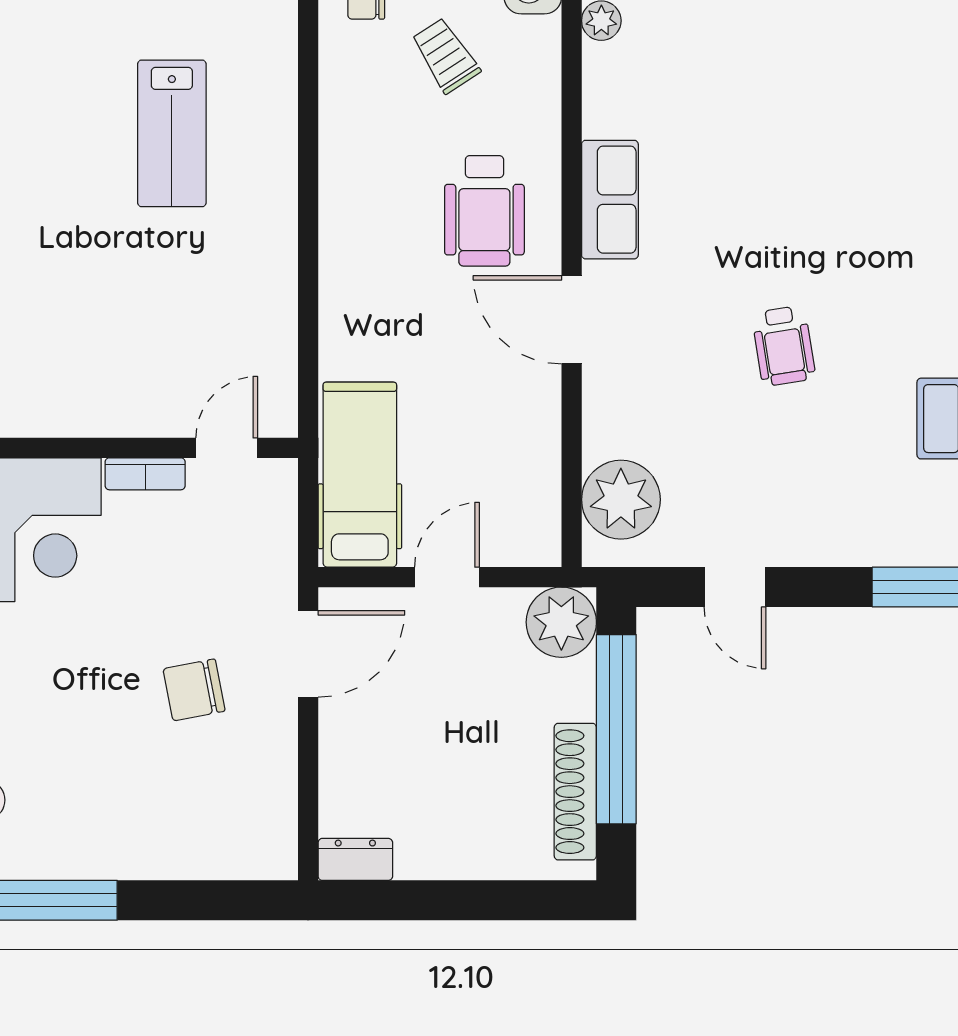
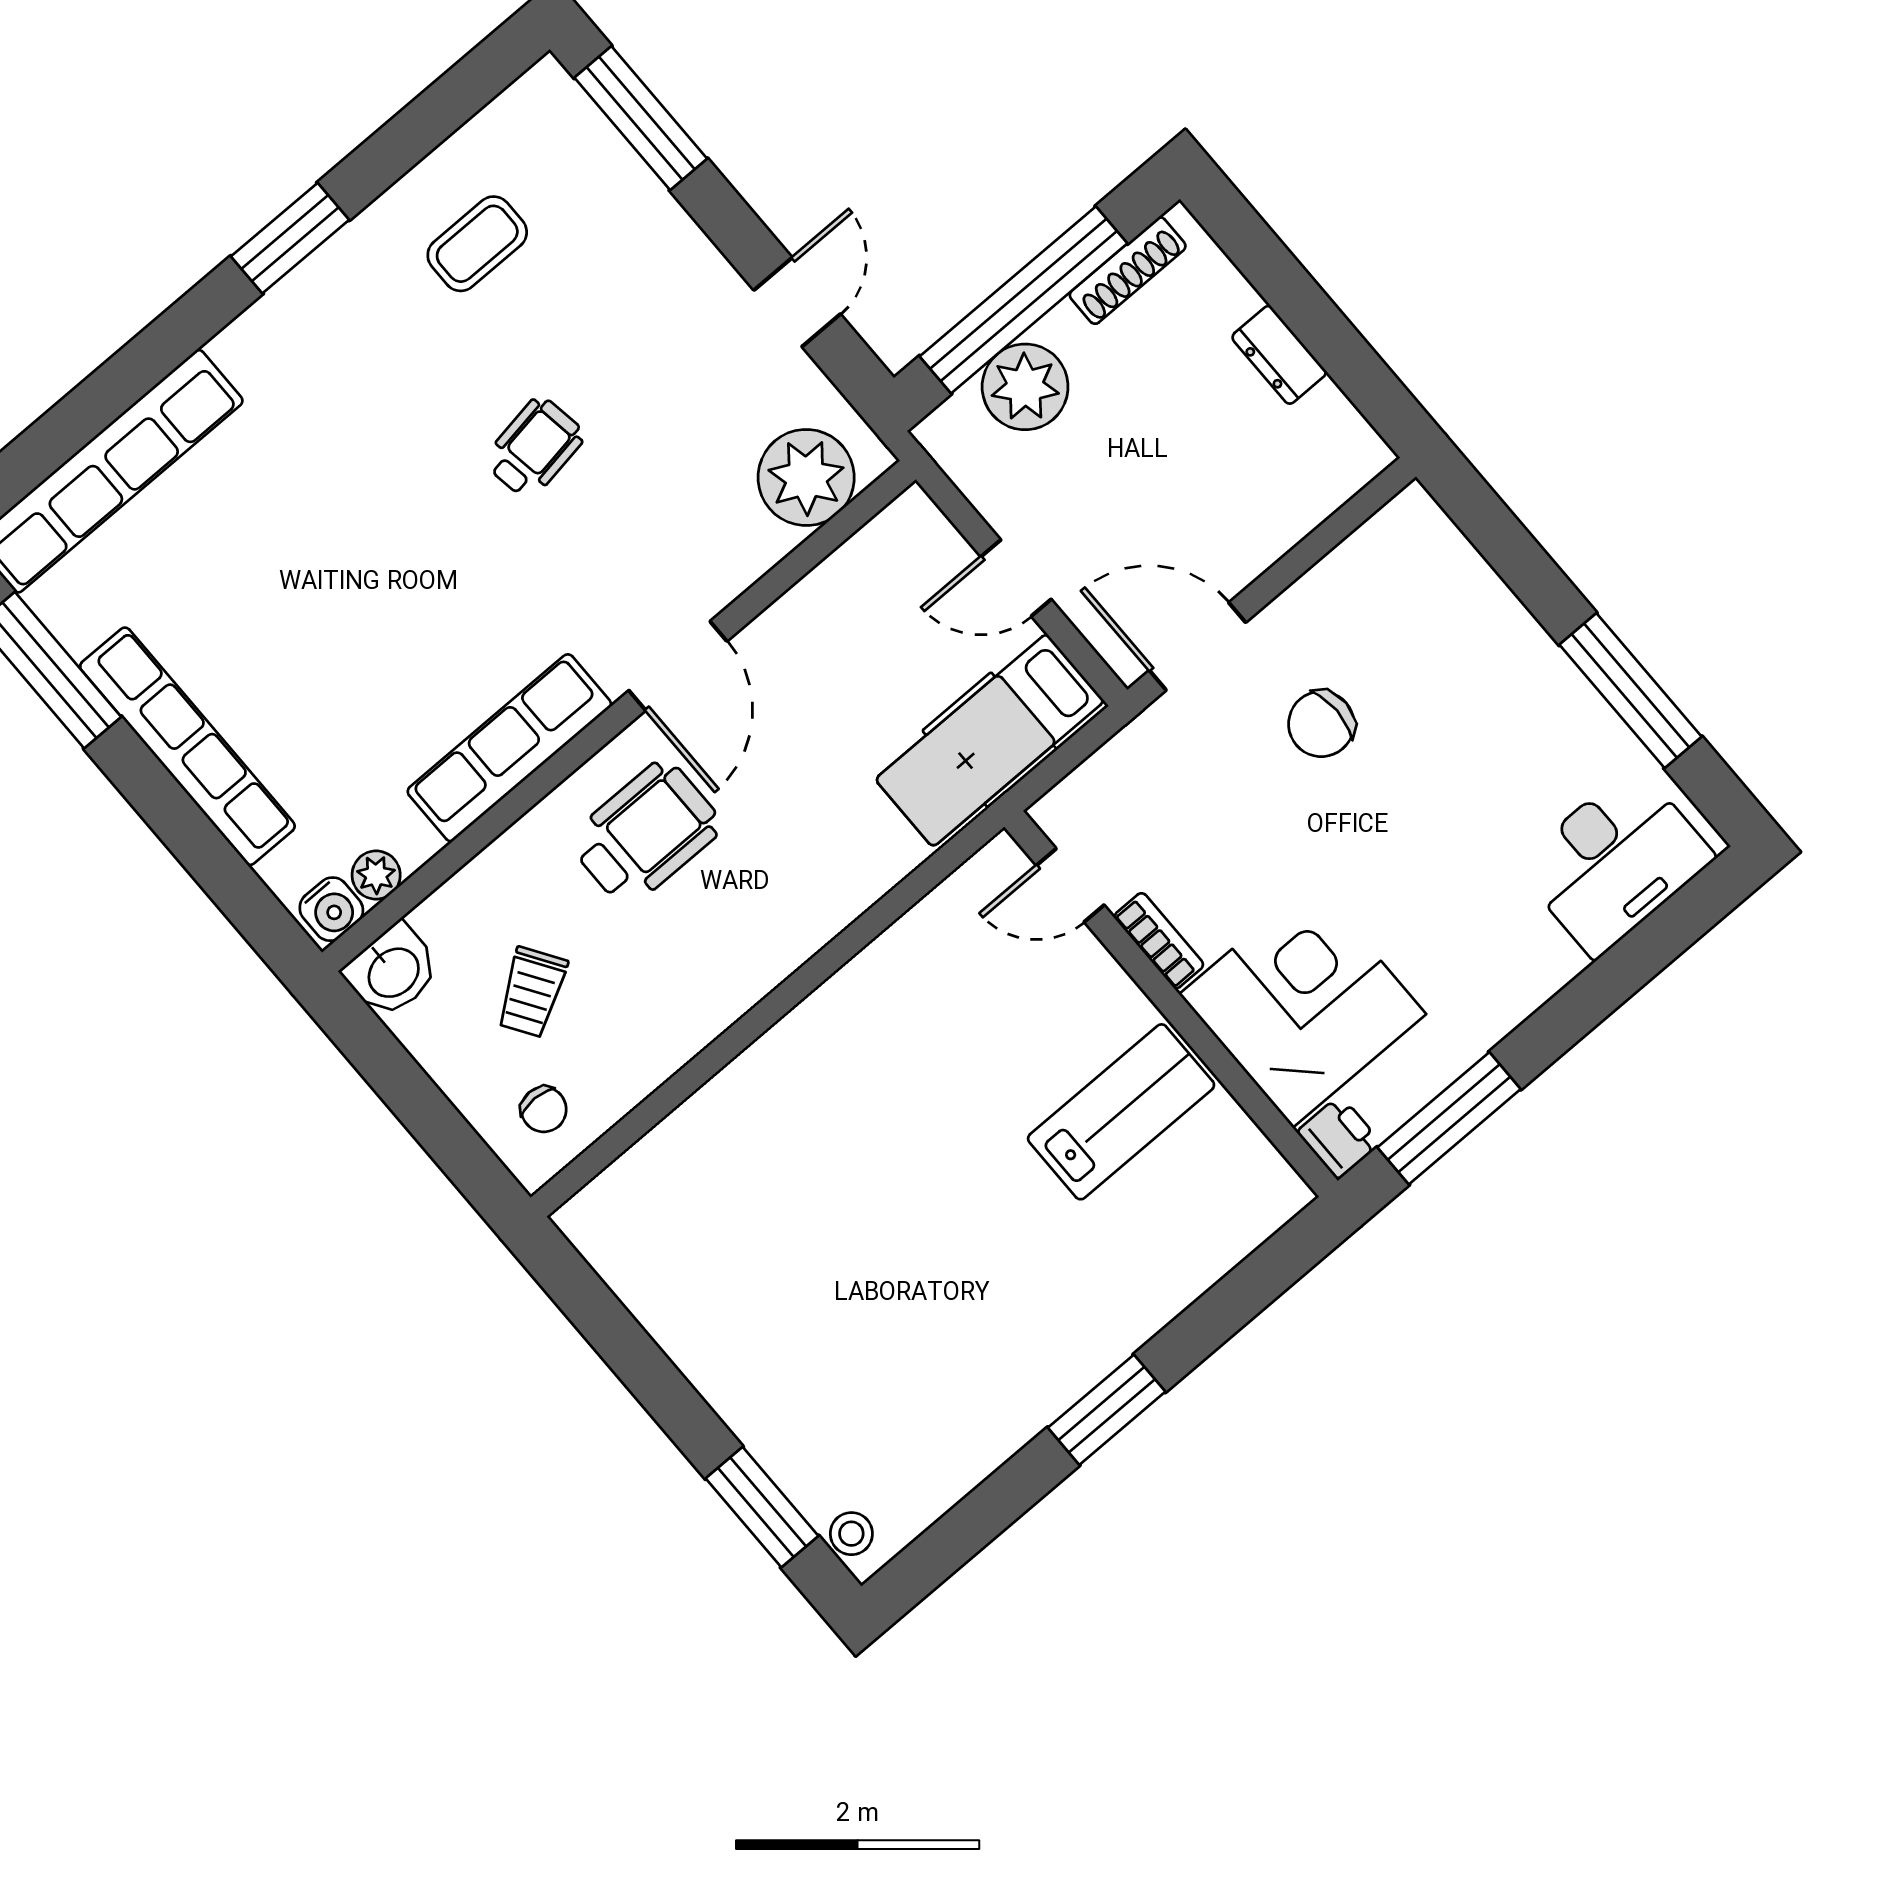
lab bench: (172, 133) -> (1121, 1112), moved
row of seats: (610, 200) -> (509, 748), width x1.48
plant: (561, 622) -> (1025, 387), moved
chair: (194, 690) -> (1321, 724), turned 101
shoe rack: (575, 792) -> (1128, 271), width x0.74, depth x0.81
dresser: (355, 859) -> (1279, 355), moved

